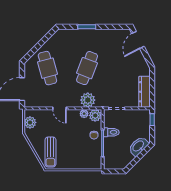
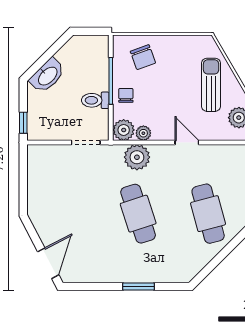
cafe table: (87, 68) -> (138, 214), turned -39
dresser: (144, 92) -> (37, 172), removed
sun lounger: (50, 152) -> (211, 85), moved
chair: (84, 157) -> (143, 57), added

